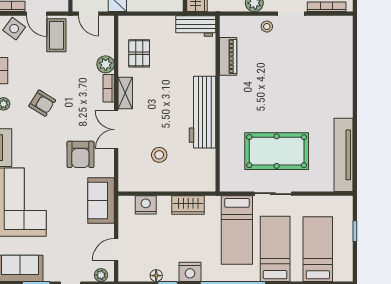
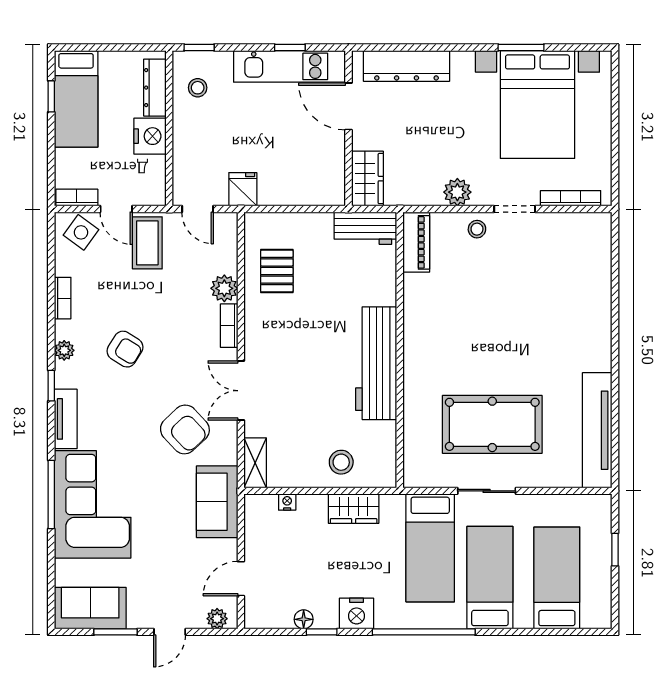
piano: (228, 56) -> (416, 242), moved
shelving: (125, 93) -> (255, 463), moved
armchair: (80, 154) -> (185, 429), turned -43
stool: (159, 155) -> (341, 462), moved
nightstand: (146, 205) -> (287, 502), width x0.53, depth x0.56

